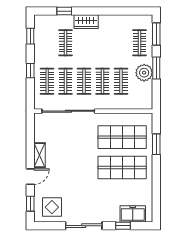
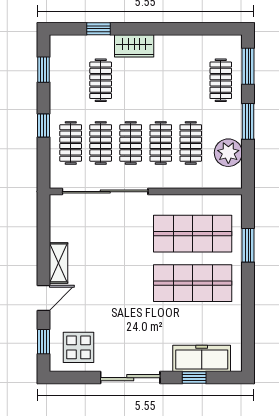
plant: (144, 73) -> (228, 153), moved
freezer: (133, 214) -> (202, 358), width x1.40

